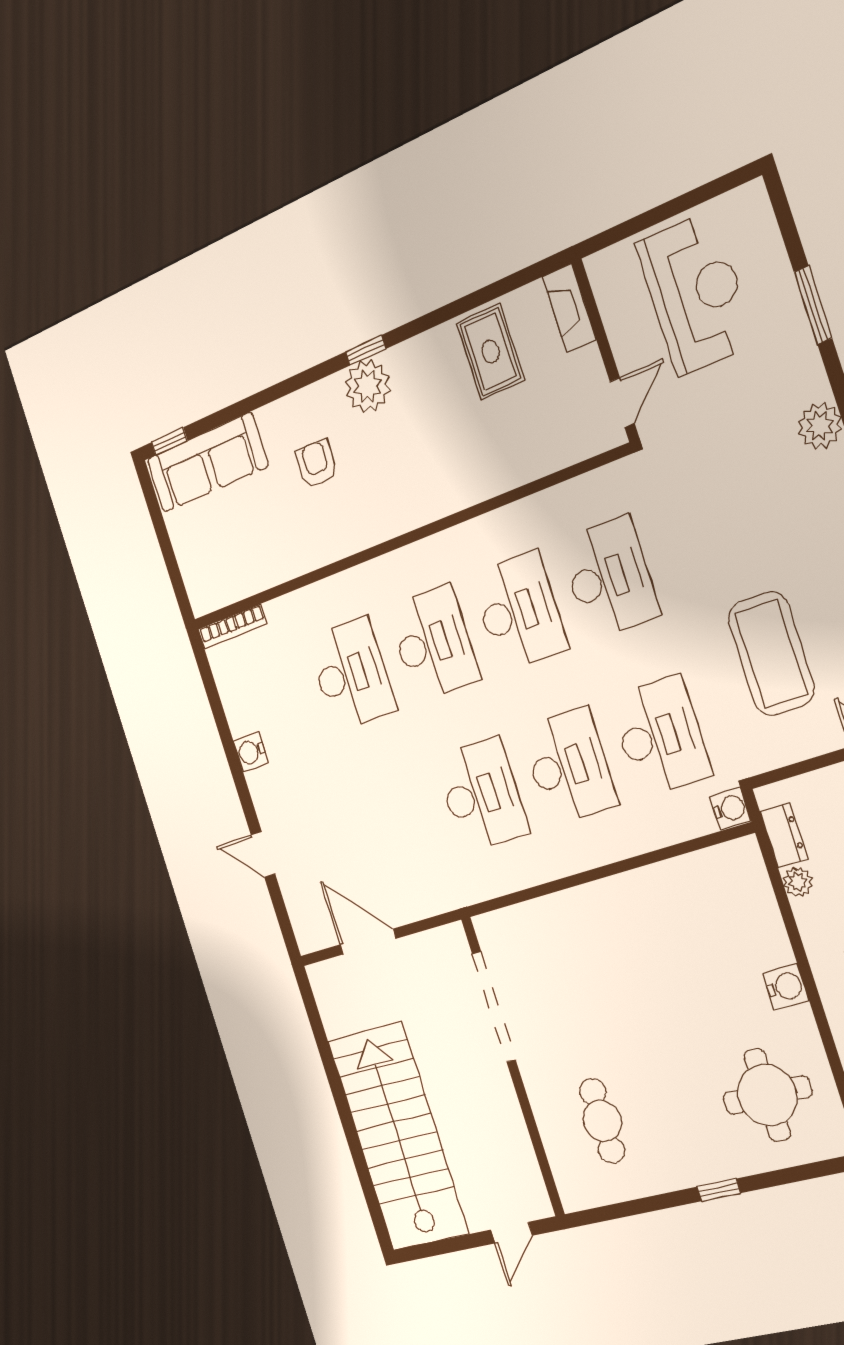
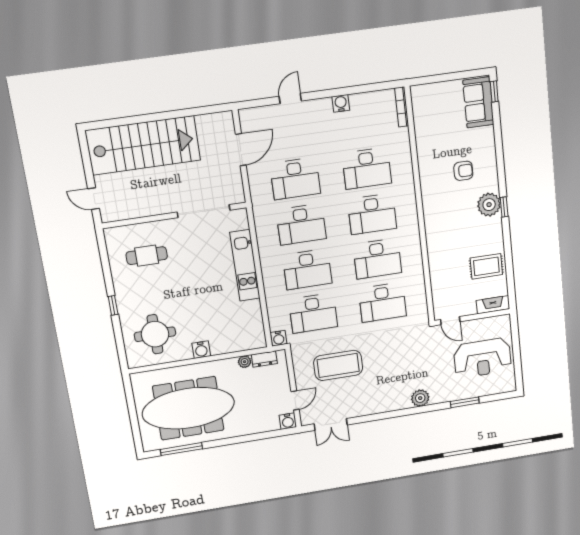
sofa: (207, 463) -> (478, 102), width x0.73
desk: (398, 822) -> (295, 179), added
kitchen unit: (585, 907) -> (245, 265), added

